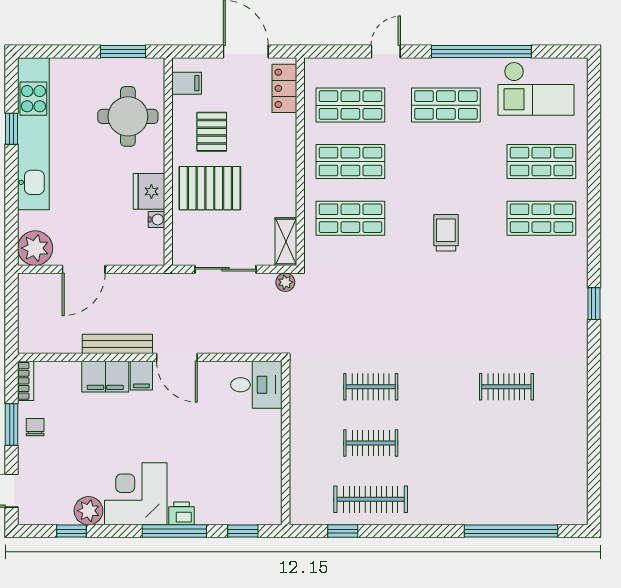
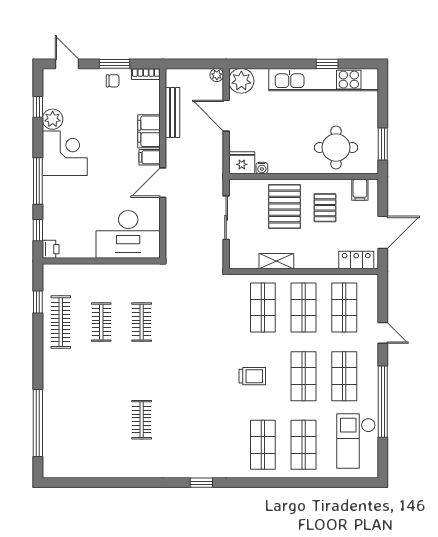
pallet: (212, 132) -> (325, 208), turned 90
shop shelf: (446, 162) -> (304, 376), added
fridge: (149, 191) -> (242, 163), moved
shelving: (286, 242) -> (276, 261), moved
plant: (285, 282) -> (217, 75), moved
bench: (117, 344) -> (172, 113), moved
desk: (256, 385) -> (128, 234), width x1.87, depth x1.30
printer: (182, 513) -> (51, 249), moved

